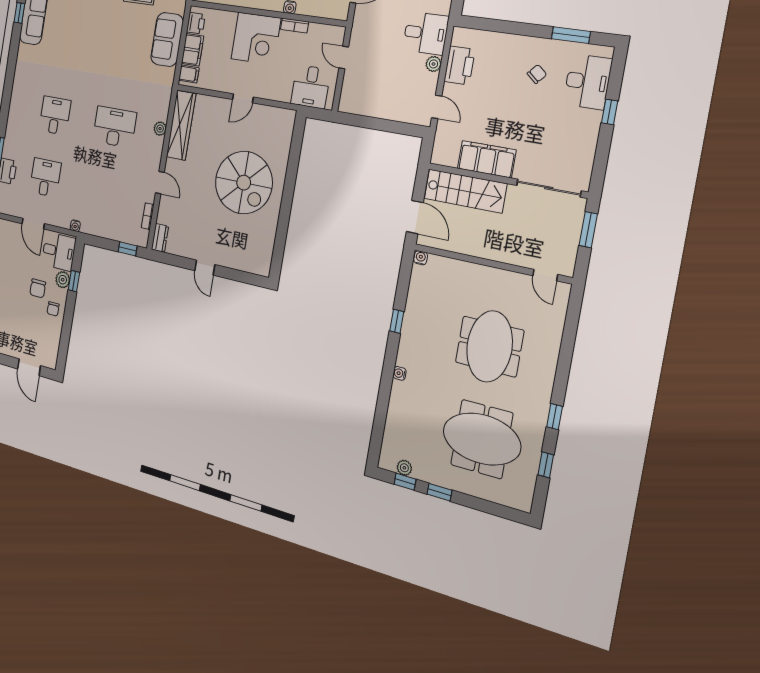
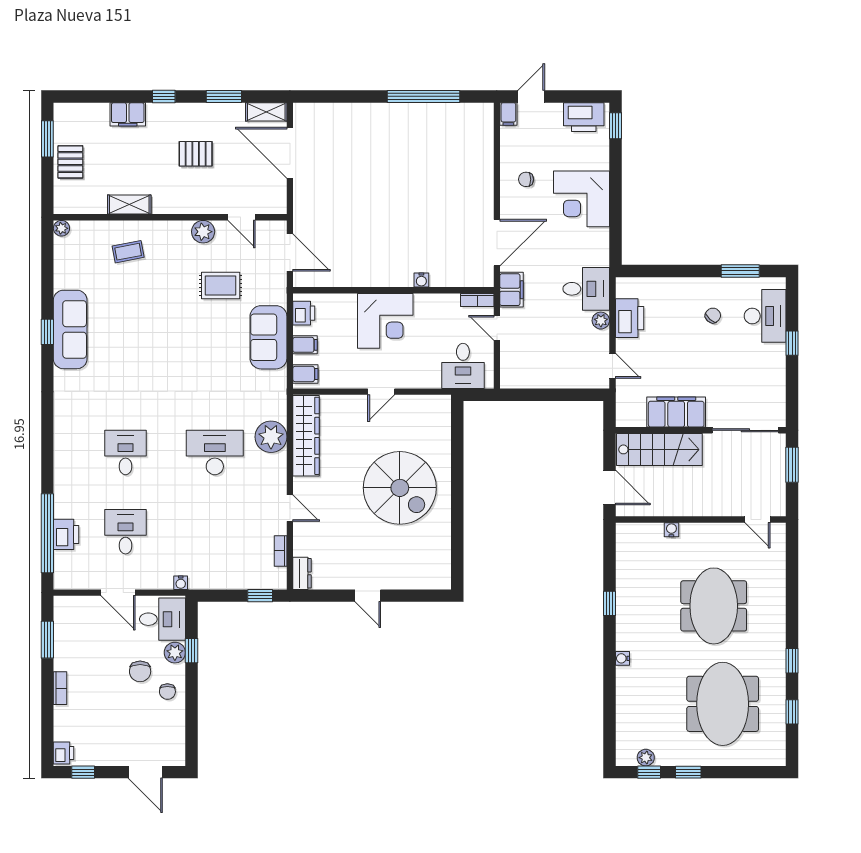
filing cabinet: (362, 25) -> (511, 290), added
bookcase: (295, 26) -> (477, 300), moved
filing cabinet: (192, 50) -> (305, 345), width x0.50
plant: (160, 129) -> (271, 437), width x1.88, depth x1.88
water cooler: (421, 258) -> (671, 530), moved
meeting table: (482, 439) -> (723, 704), turned 90

